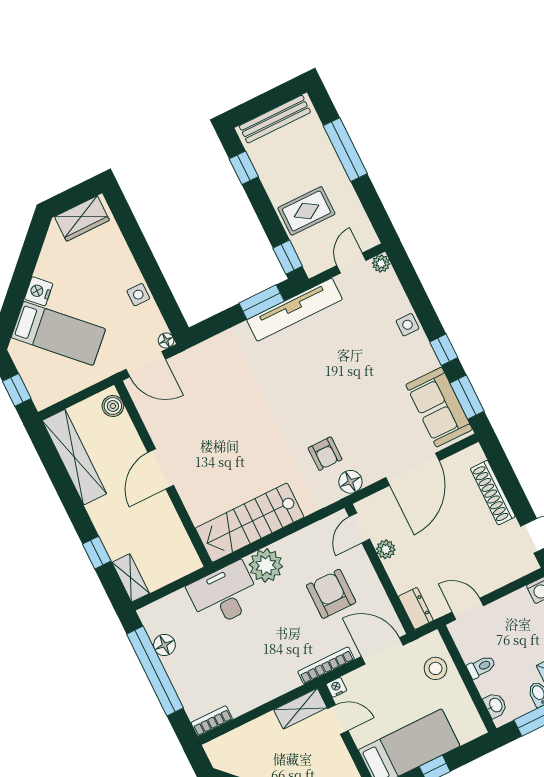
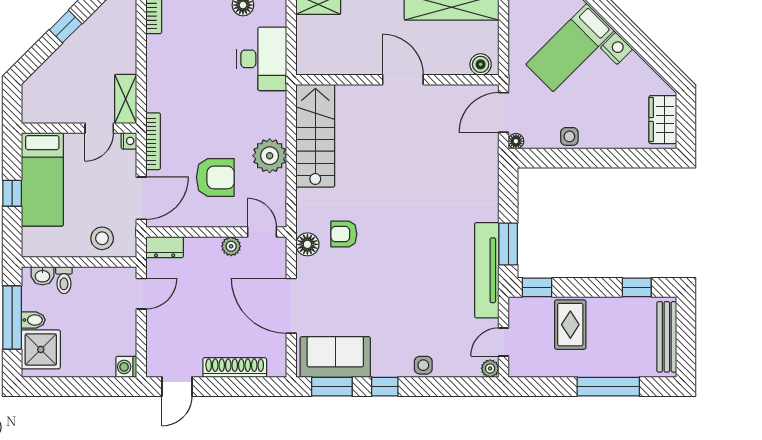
door: (351, 263) -> (504, 342), swing flipped
plant: (266, 565) -> (270, 156), moved
desk: (224, 595) -> (262, 59), moved
toilet: (481, 667) -> (64, 280), moved

